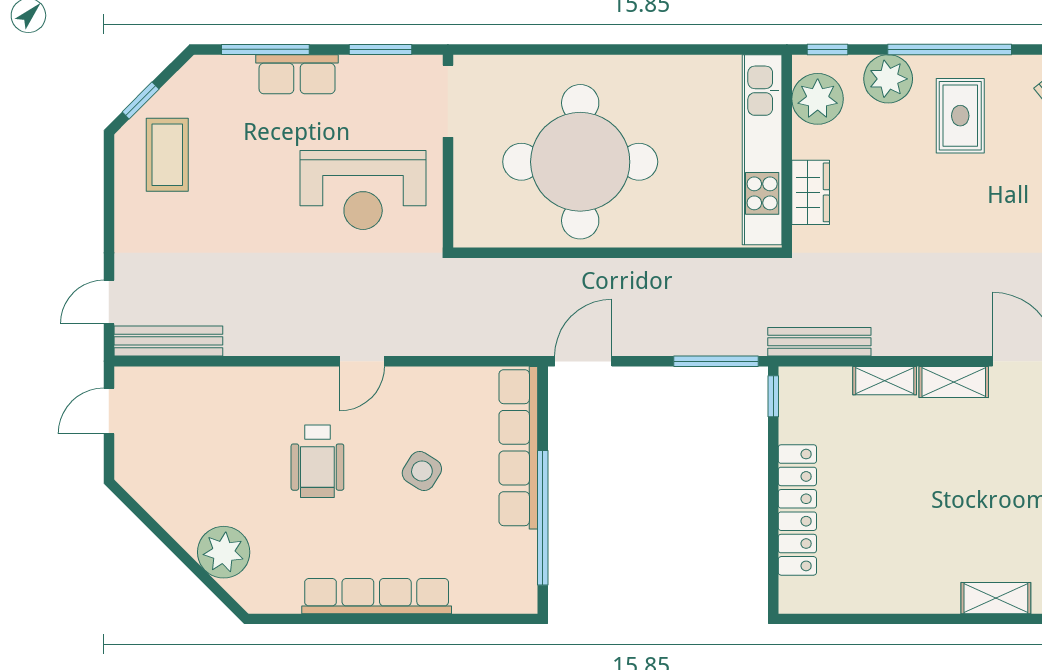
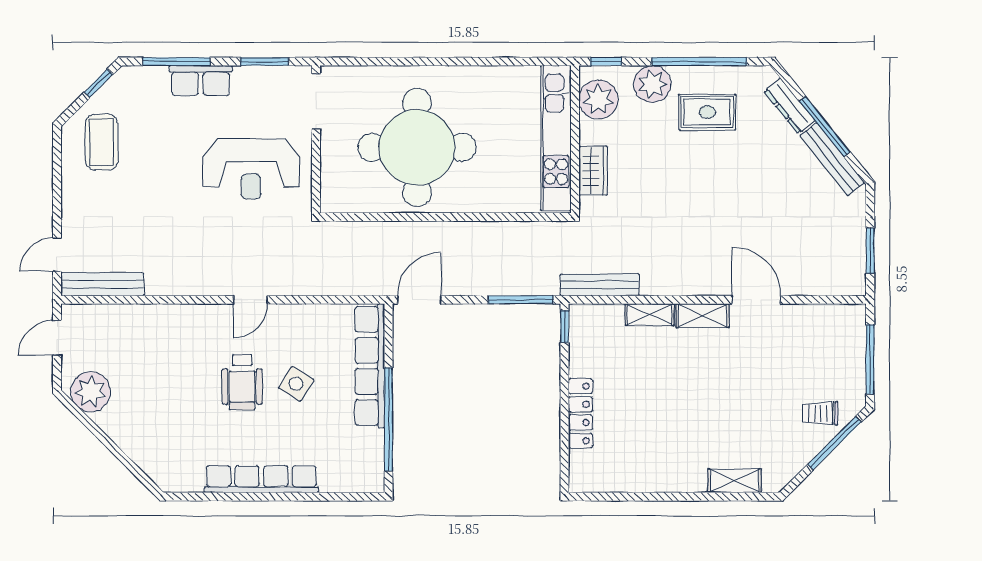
window: (141, 101) -> (98, 83), moved
rug: (960, 116) -> (707, 112), turned 90
wheelchair: (317, 461) -> (242, 382), moved
locker: (797, 510) -> (580, 413), width x0.71, depth x0.83
plant: (224, 552) -> (91, 392), moved

